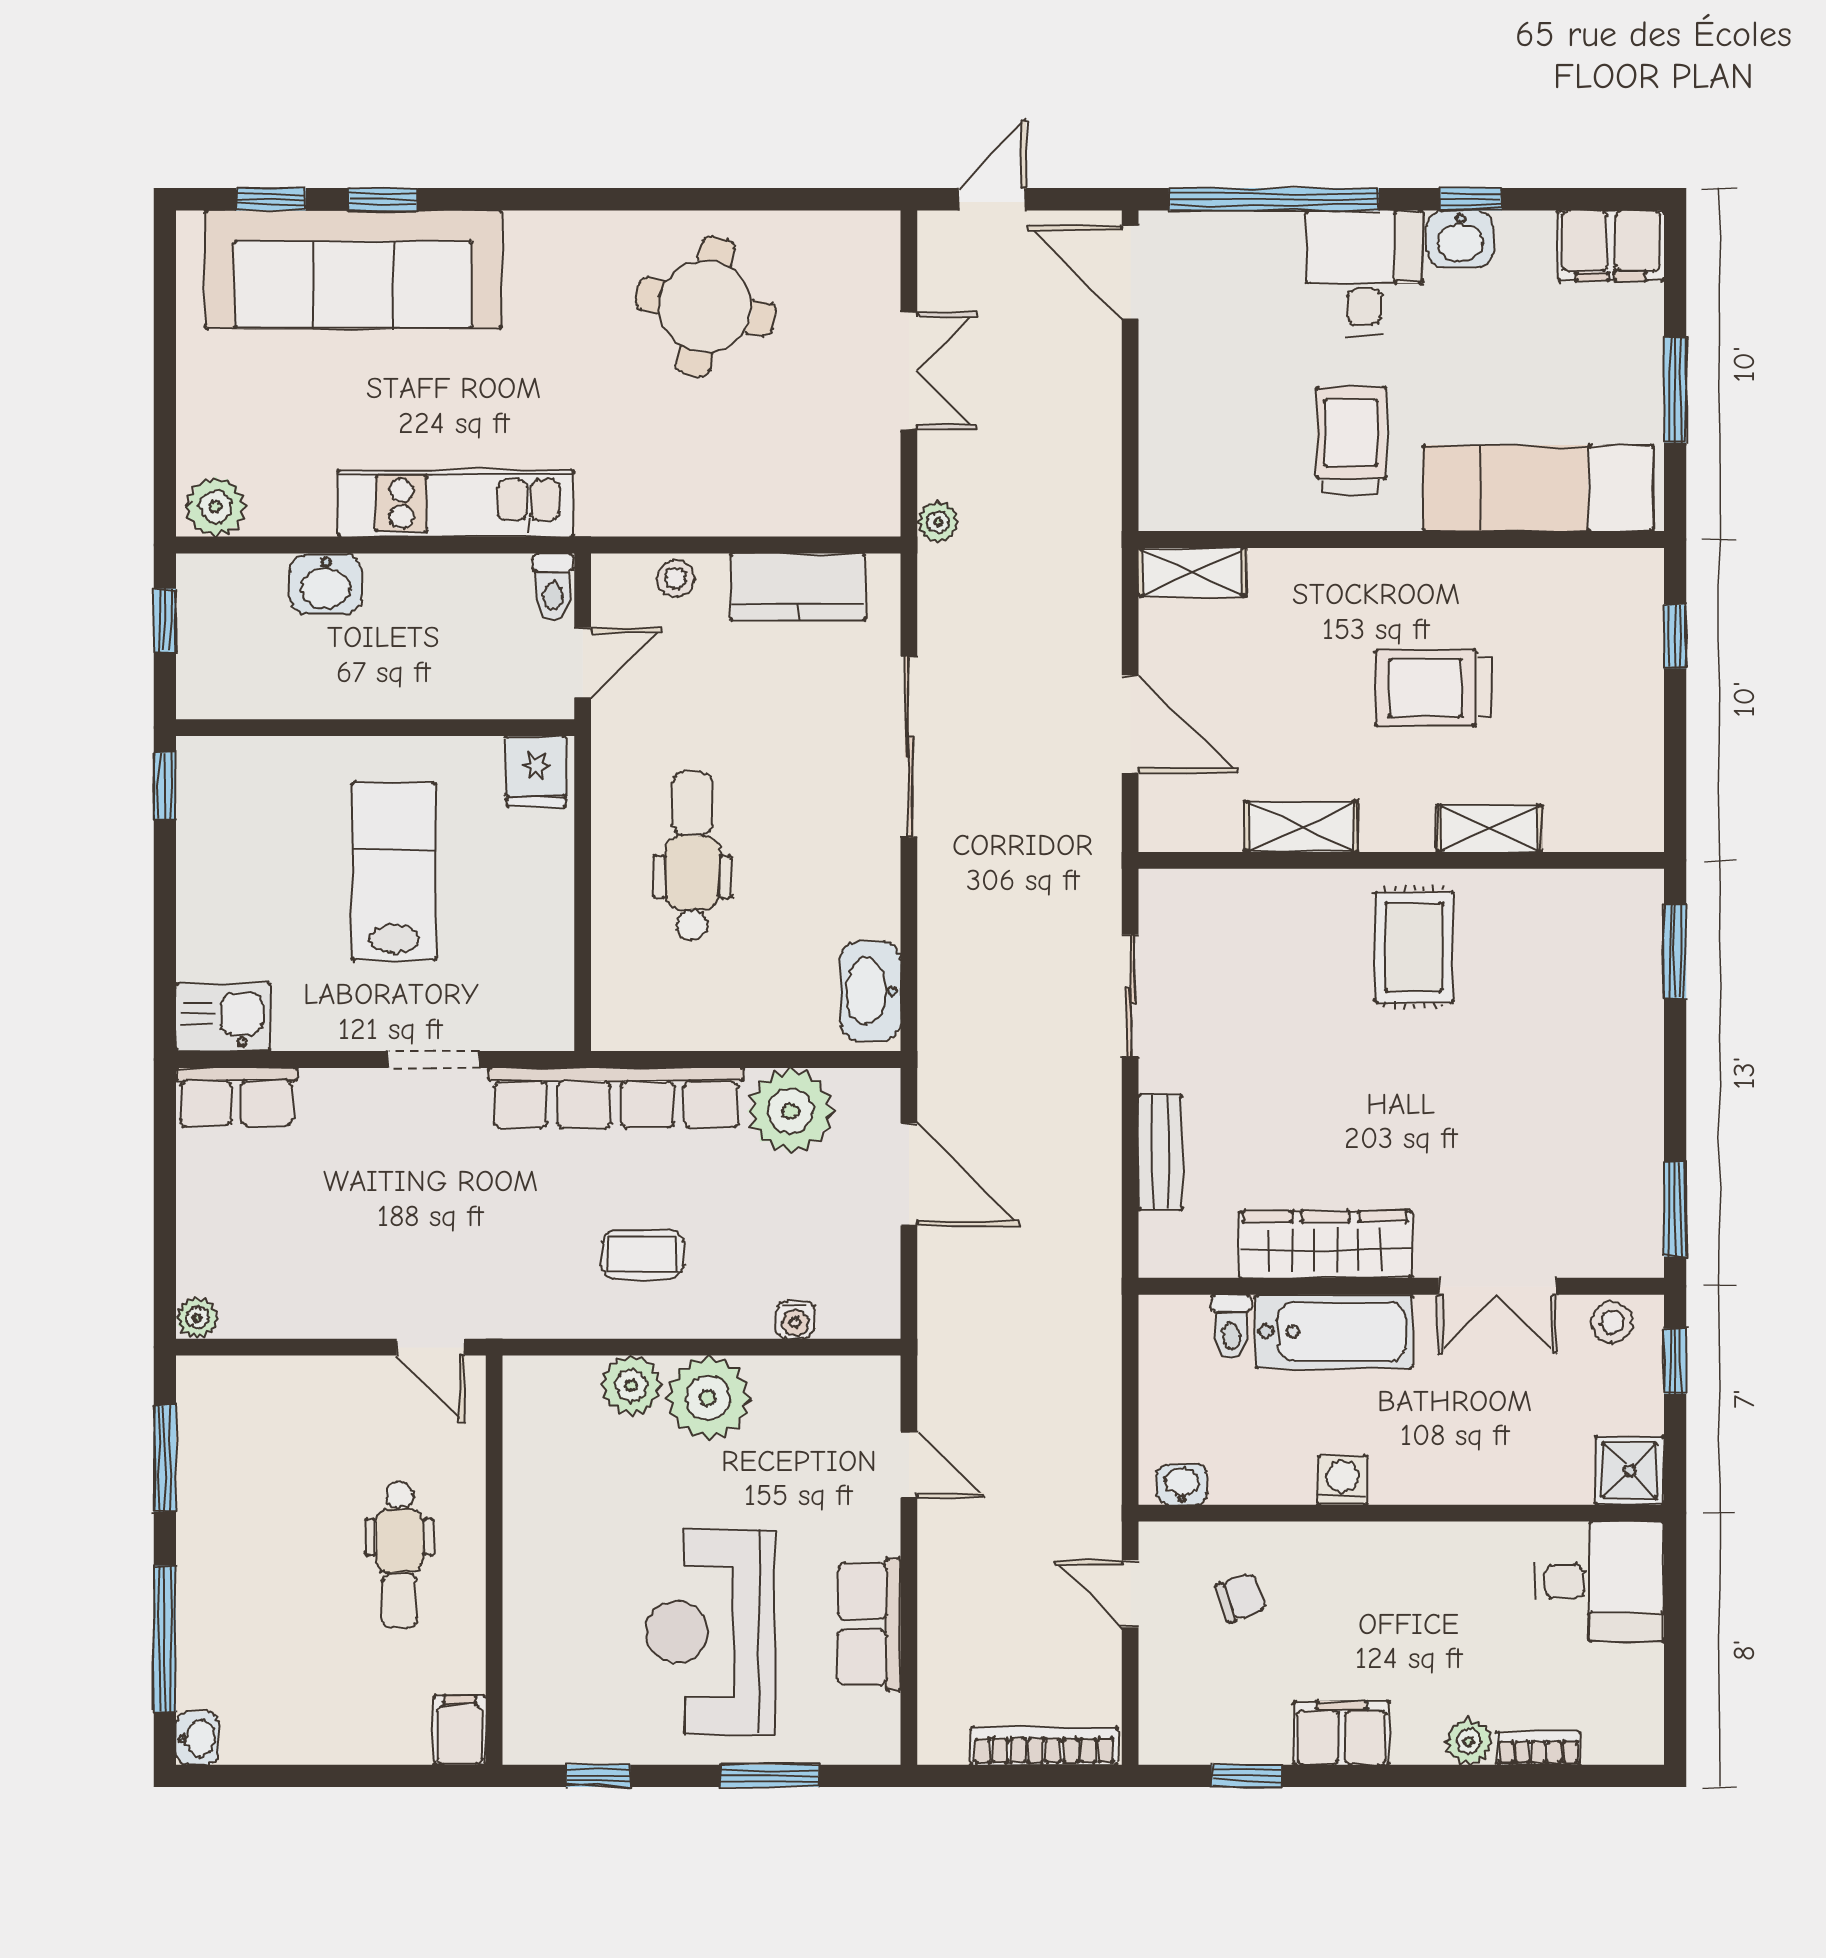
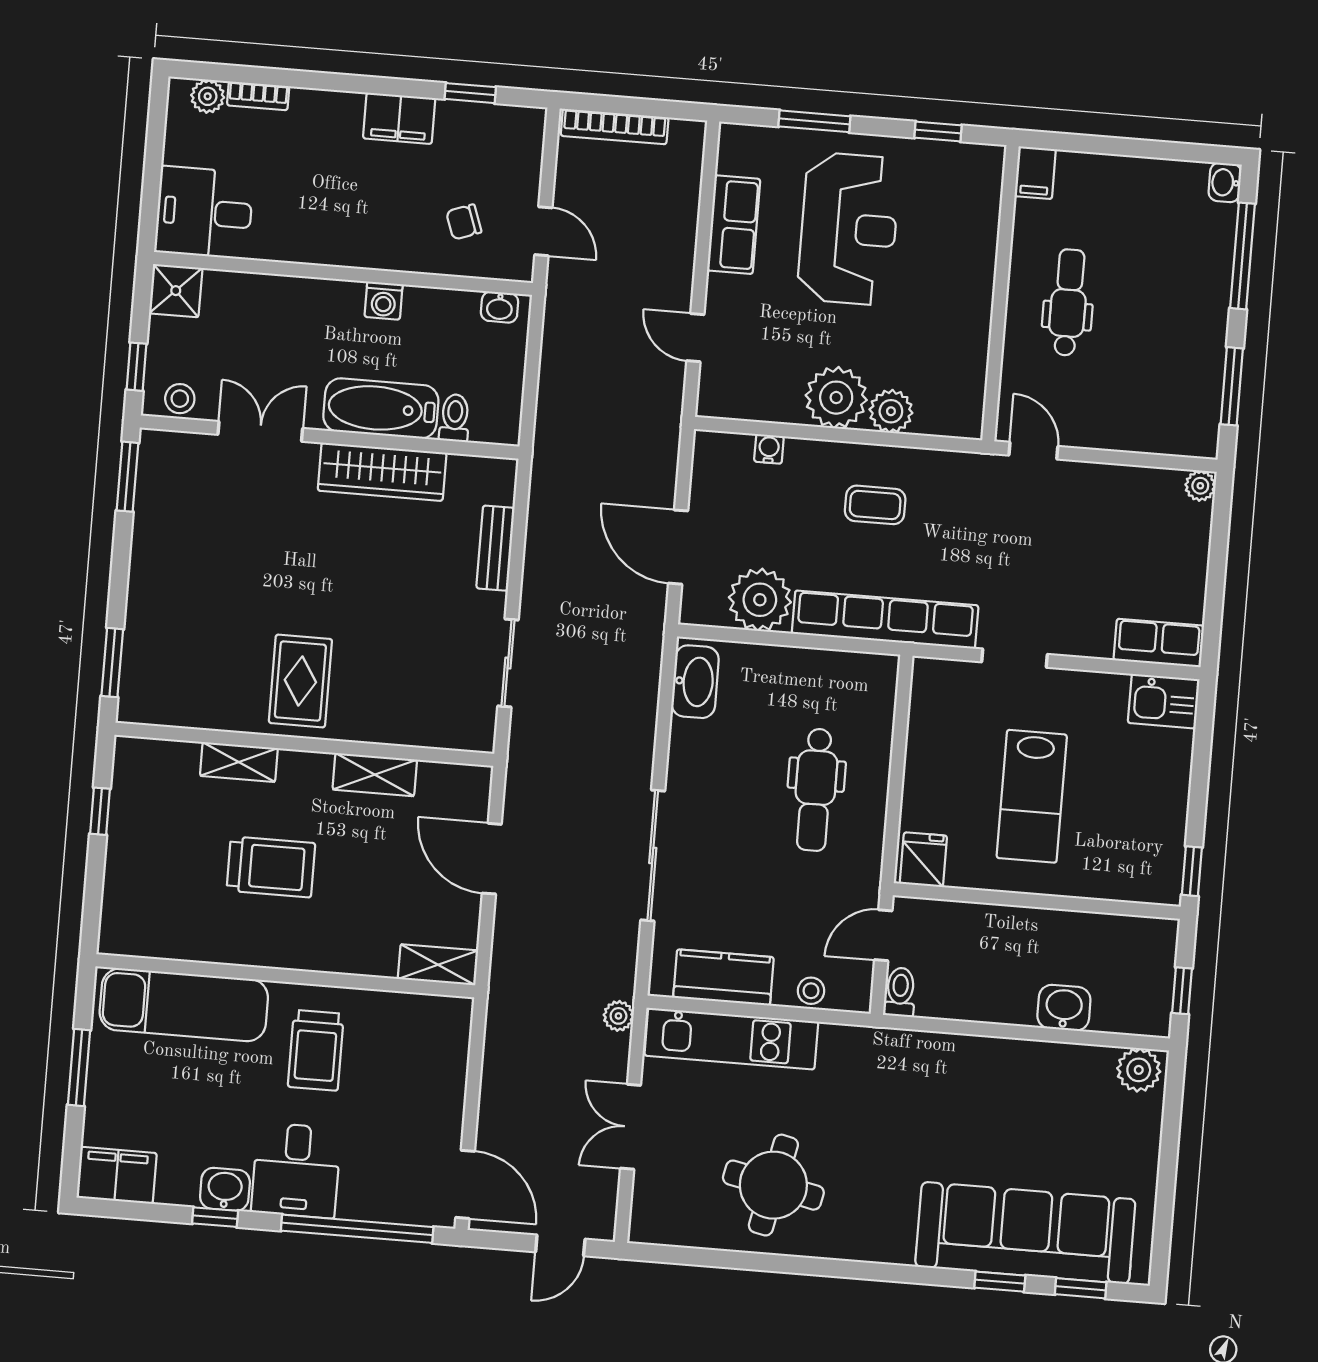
kitchen unit: (456, 503) -> (731, 1039), moved
window: (1675, 636) -> (100, 811), moved
plant: (1469, 1742) -> (208, 96), moved

